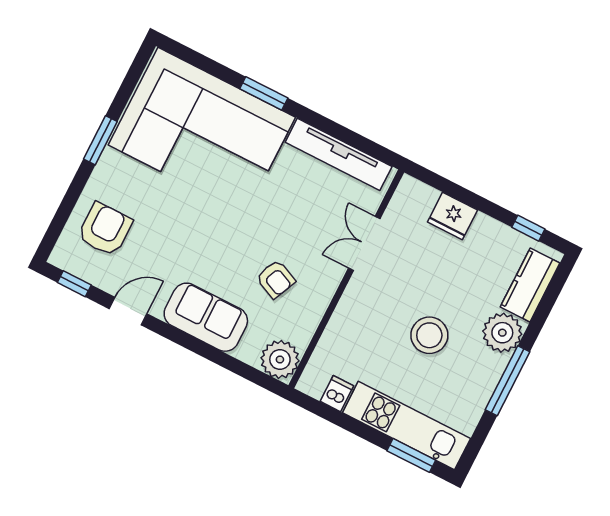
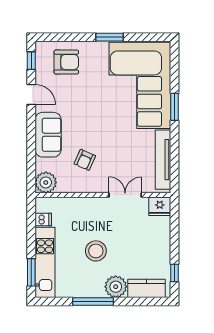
fridge: (452, 216) -> (160, 206), moved, turned -90

